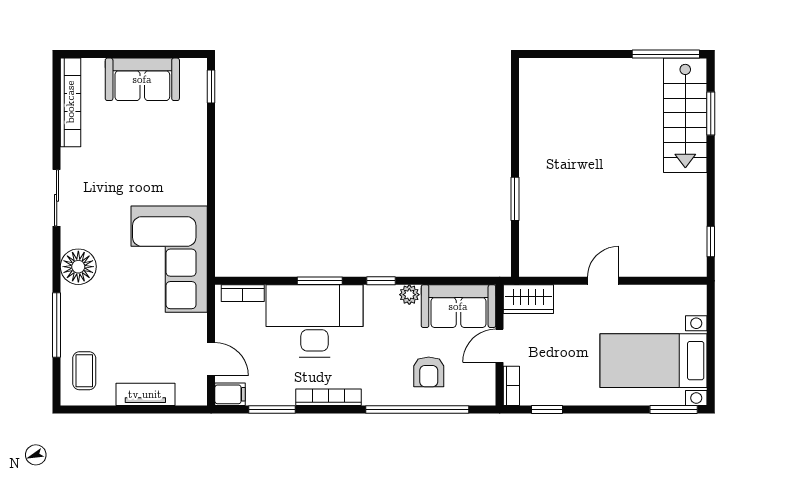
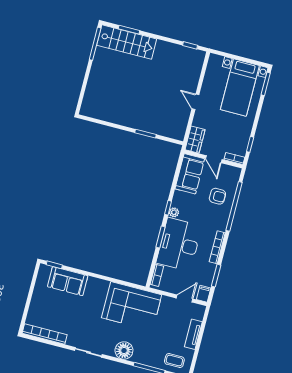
sofa: (142, 79) -> (68, 281), moved, turned 90
plant: (409, 295) -> (174, 212), moved

